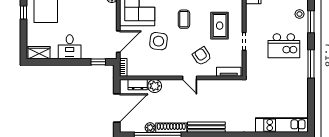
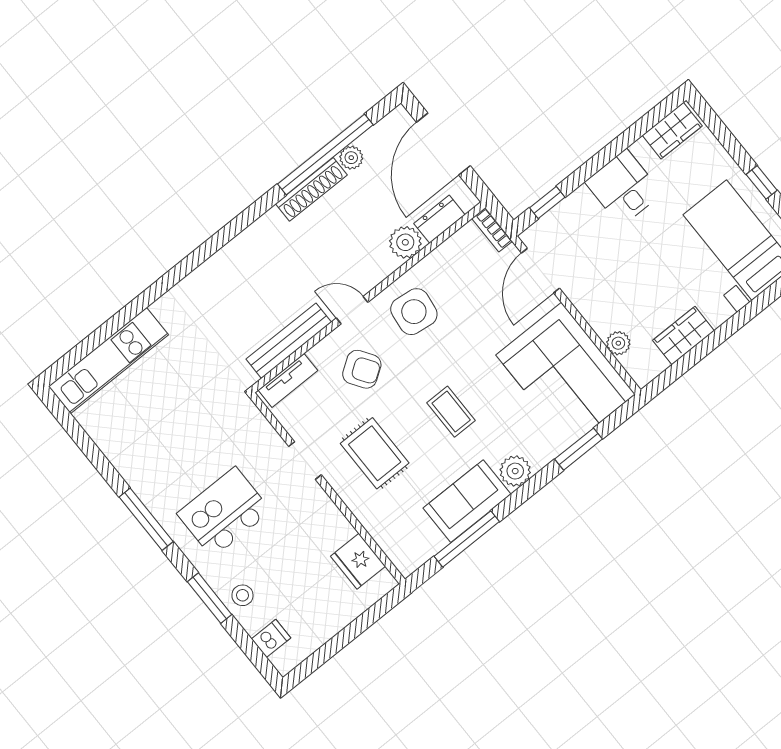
side table: (158, 41) -> (414, 312), moved
bench: (206, 127) -> (289, 341), moved

